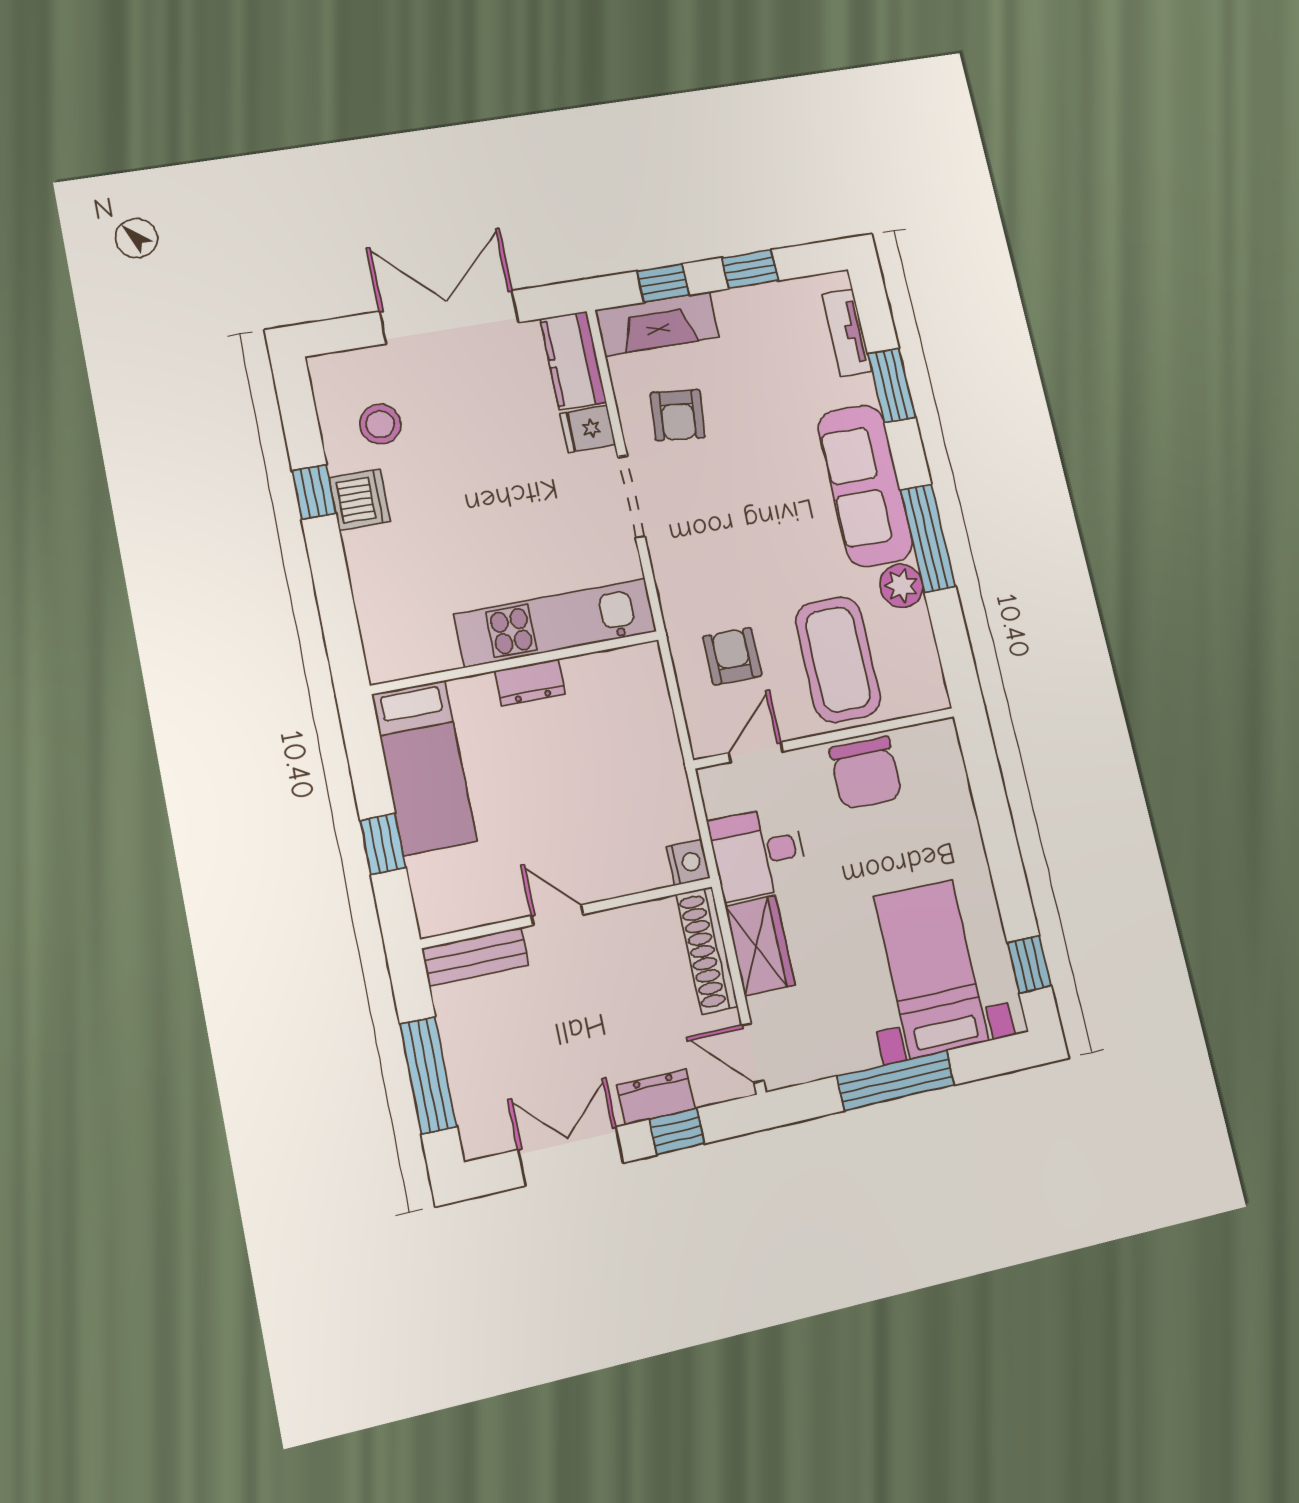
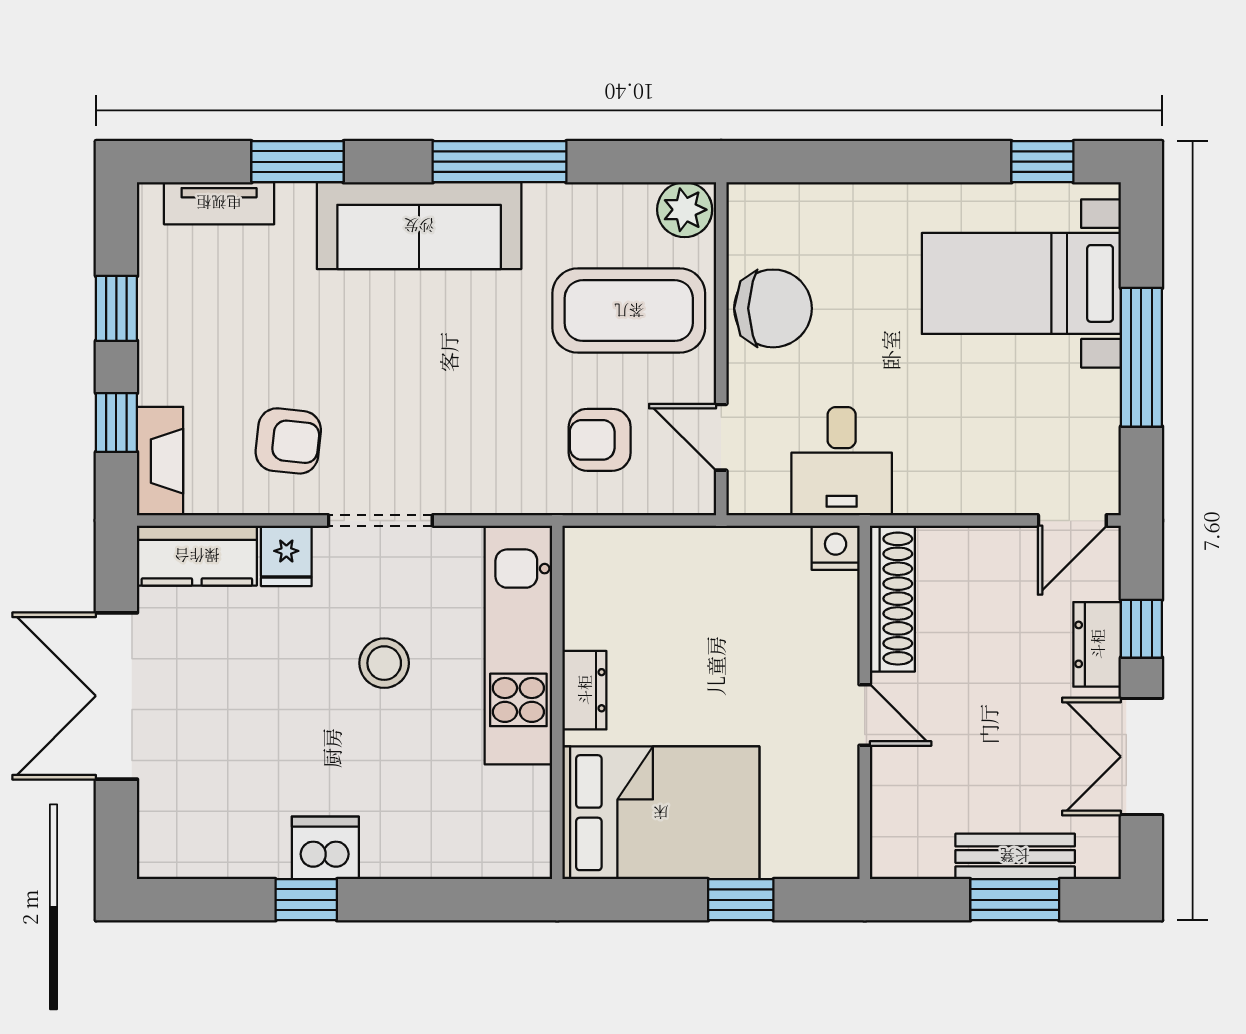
fireplace: (657, 324) -> (160, 461), width x0.73, depth x0.76
stool: (380, 424) -> (384, 663), moved
plant: (901, 586) -> (685, 210), moved
bed: (424, 767) -> (661, 813), width x1.50
door: (557, 915) -> (865, 715), swing flipped
wardrobe: (760, 945) -> (950, 484), removed
shoe rack: (707, 950) -> (892, 599), moved, turned -90
bench: (475, 957) -> (1015, 856), moved, turned 90
window: (428, 1075) -> (1015, 900), width x0.69

